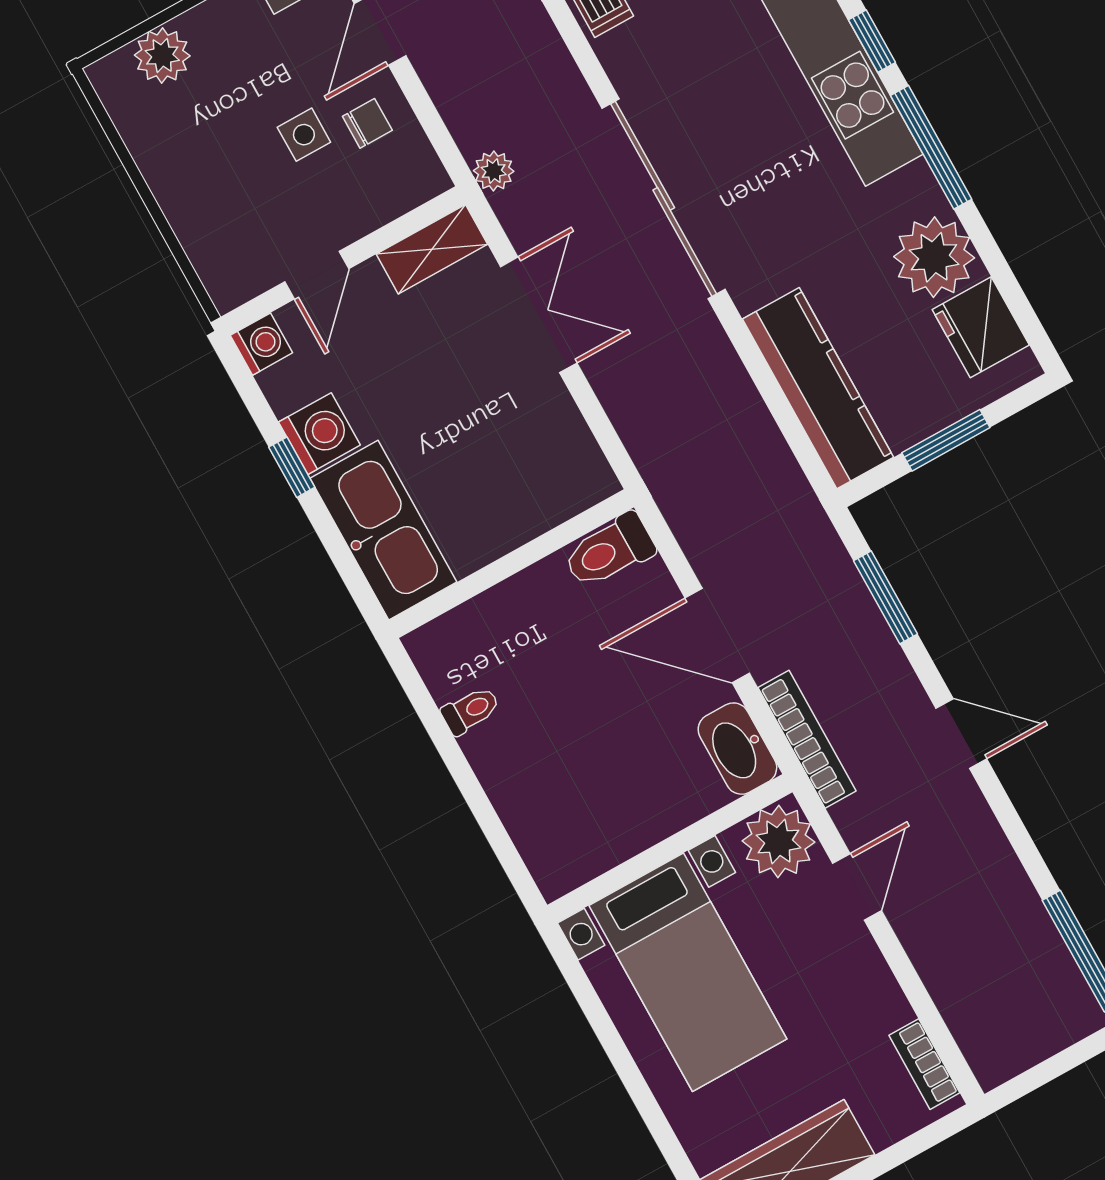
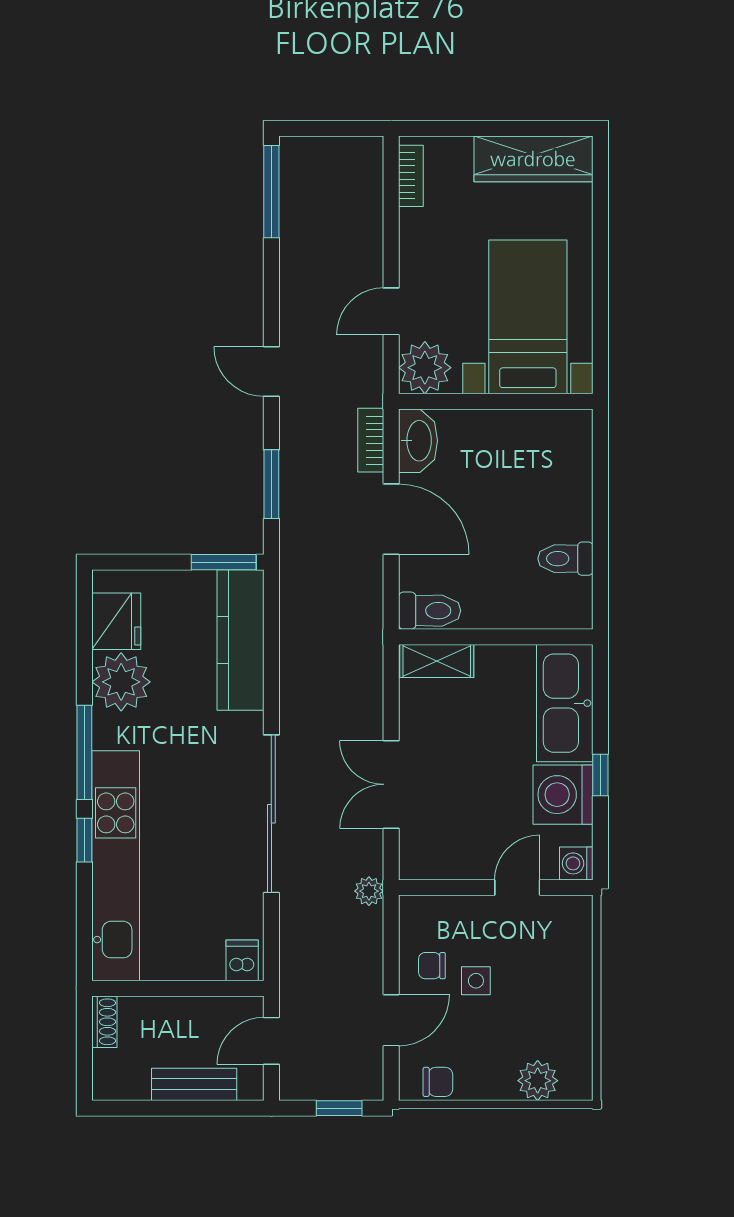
shelving: (432, 249) -> (437, 661), moved
washing machine: (319, 434) -> (563, 795), width x1.37, depth x1.37
window: (946, 440) -> (224, 562), moved
toilet: (471, 710) -> (565, 559), width x1.37, depth x1.39
bookcase: (807, 739) -> (371, 440), width x0.64

